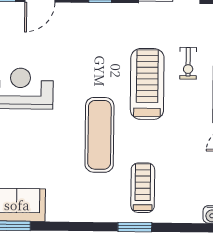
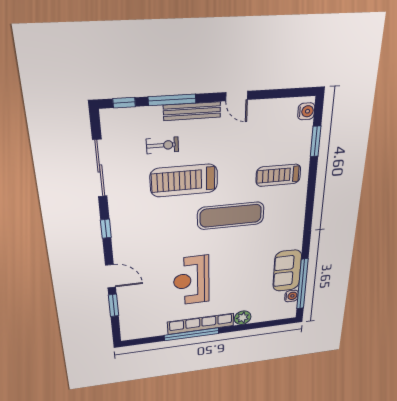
window: (135, 227) -> (316, 141), moved

